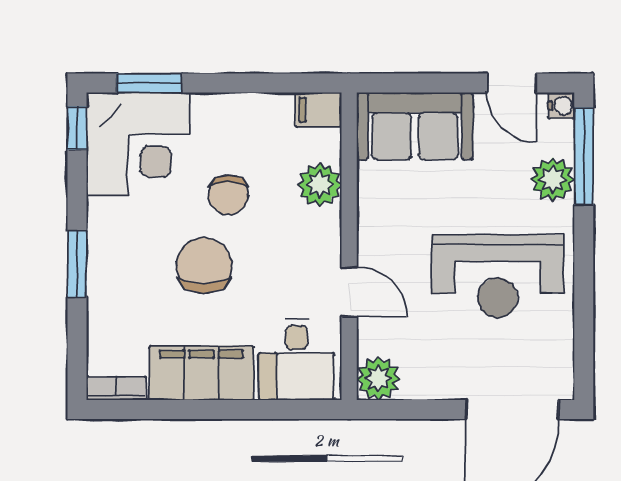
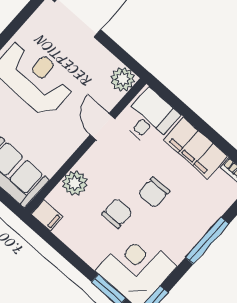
window: (77, 264) -> (207, 241), width x1.44
chair: (204, 266) -> (154, 192), width x0.73, depth x0.73

